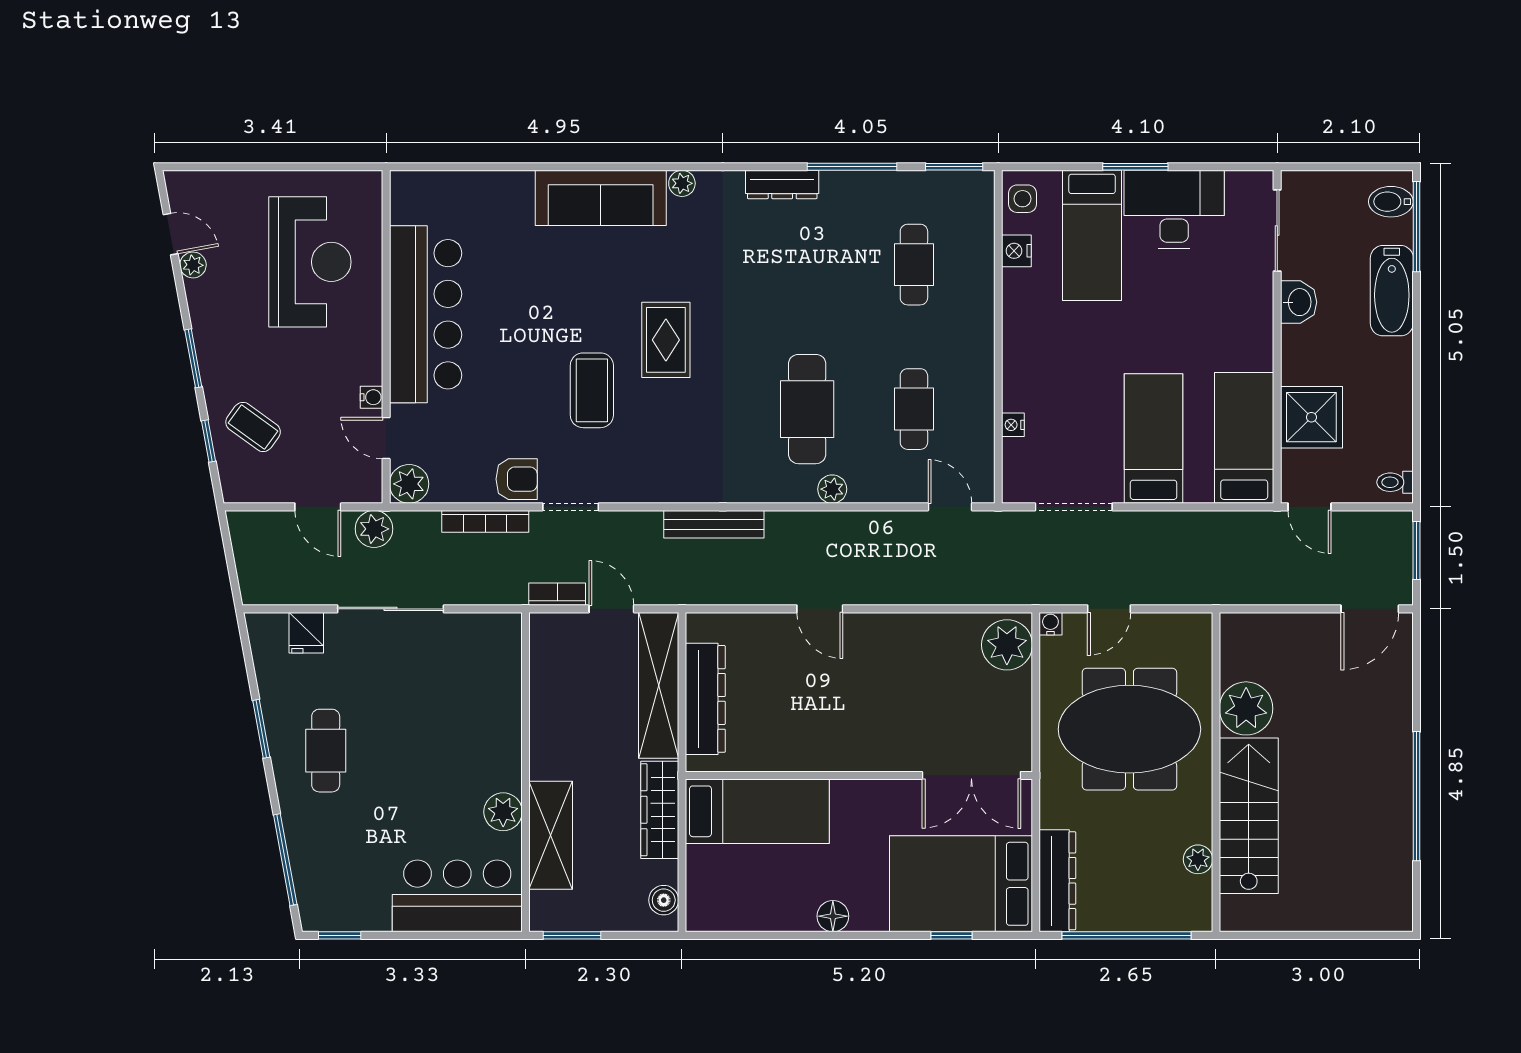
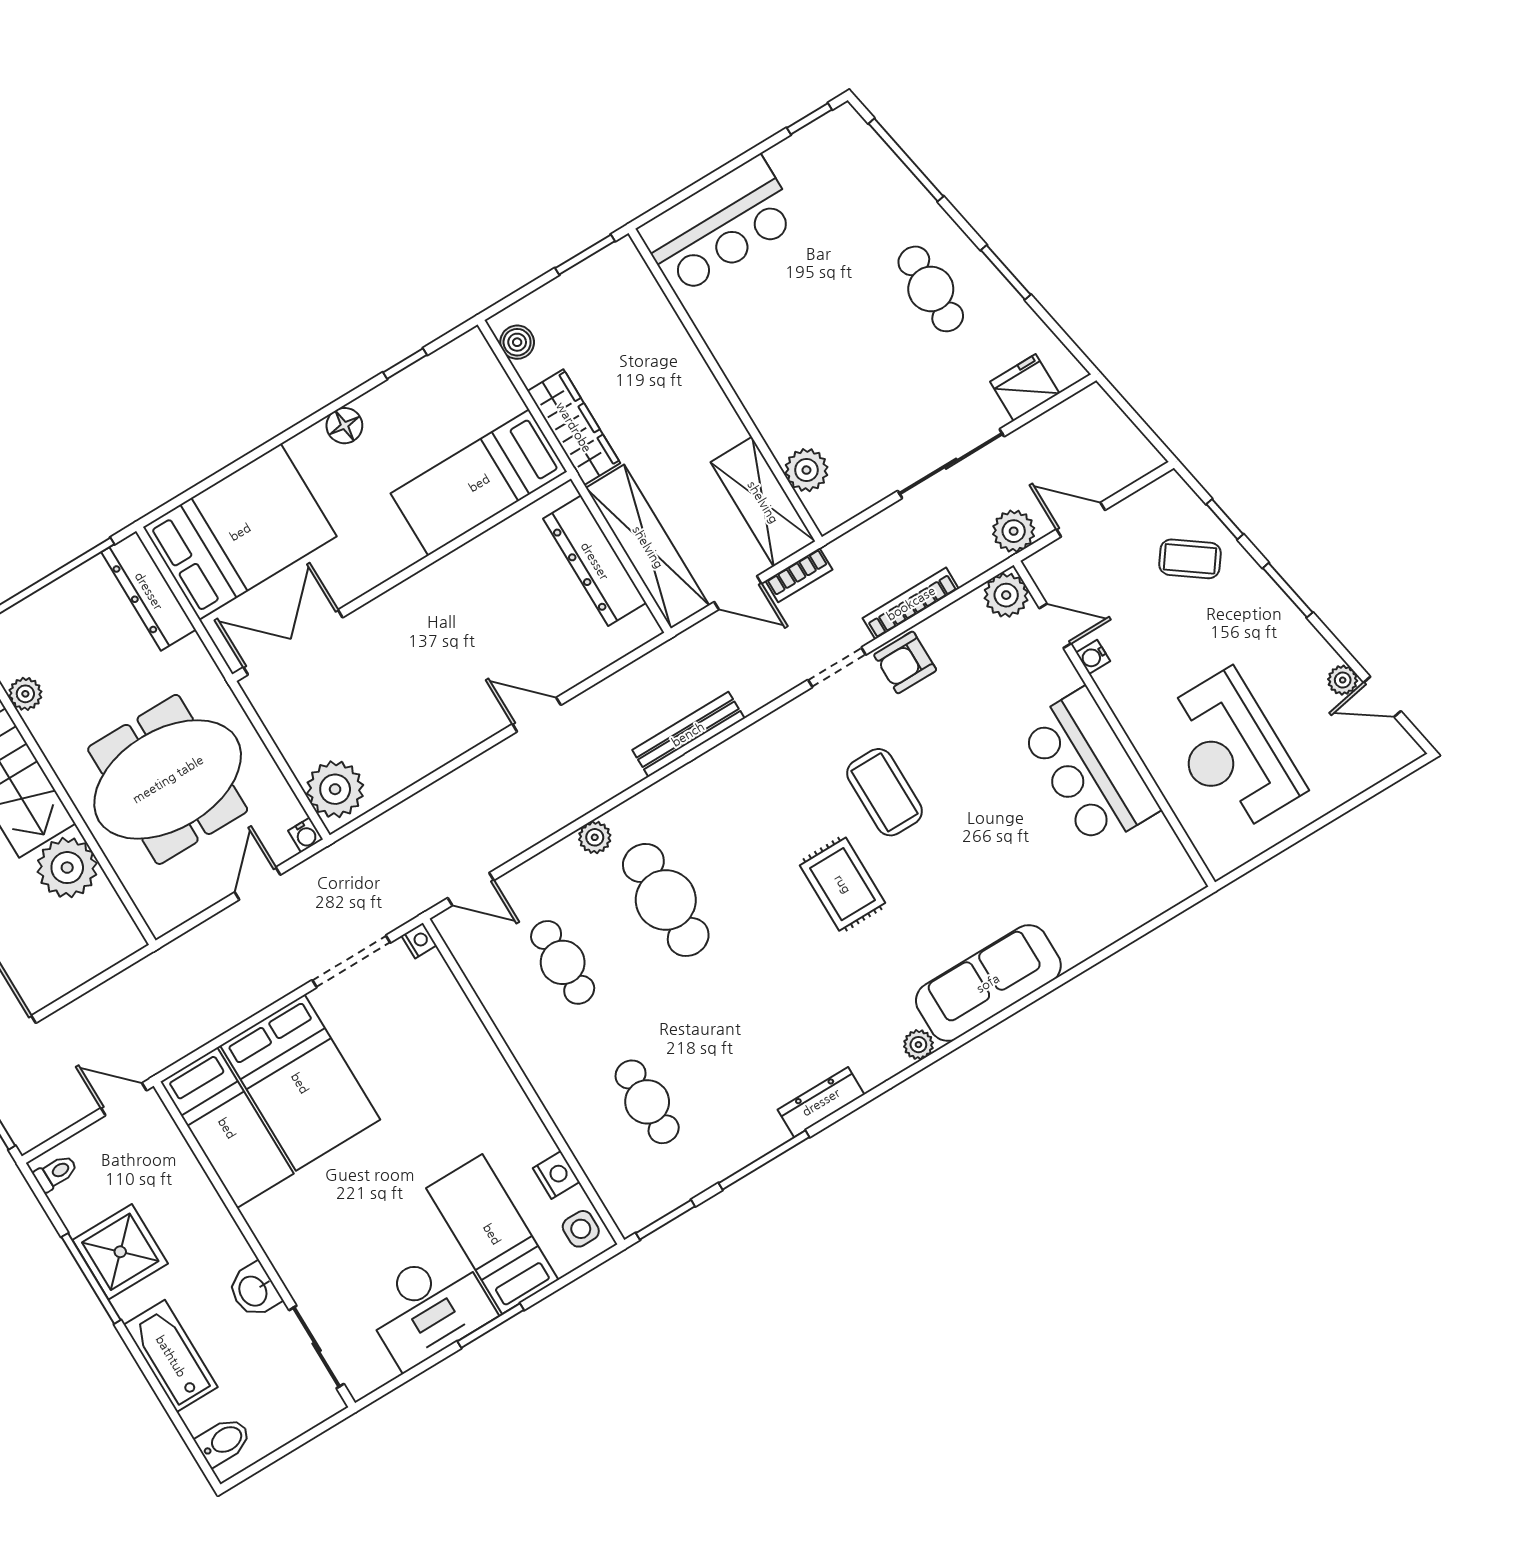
window: (1417, 227) -> (91, 1278), moved
bar counter: (426, 314) -> (1089, 768), width x0.73
shower: (1311, 417) -> (120, 1252), moved
nightstand: (1013, 425) -> (419, 941), moved
bed: (1154, 438) -> (300, 1083), width x1.50
fridge: (306, 633) -> (1025, 388), width x1.38
plant: (503, 812) -> (806, 470), moved
shelving: (551, 835) -> (763, 502), moved
window: (952, 935) -> (405, 364), moved

